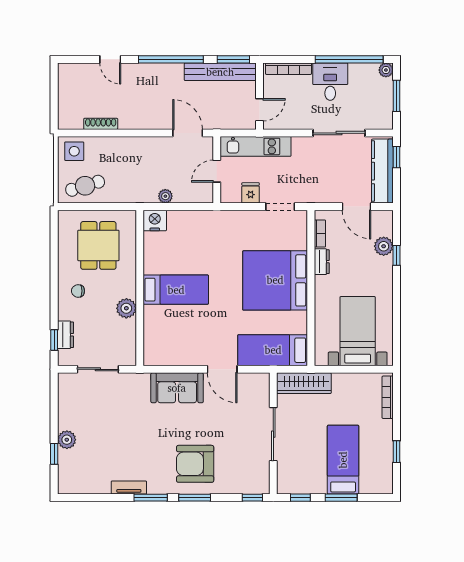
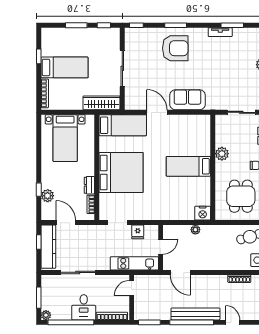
bench: (220, 72) -> (195, 314), moved
window: (397, 157) -> (39, 242), moved
bed: (343, 460) -> (65, 67), moved, turned -90
window: (151, 498) -> (232, 25), moved

